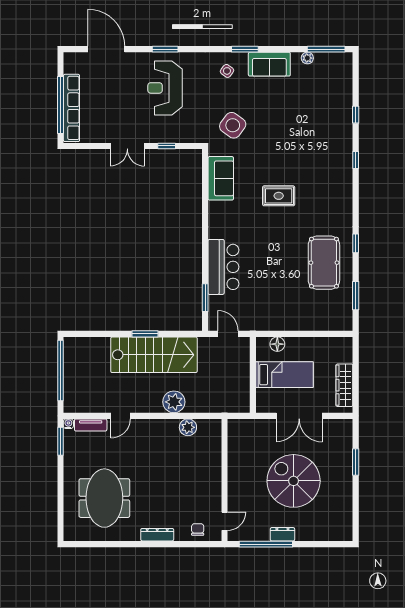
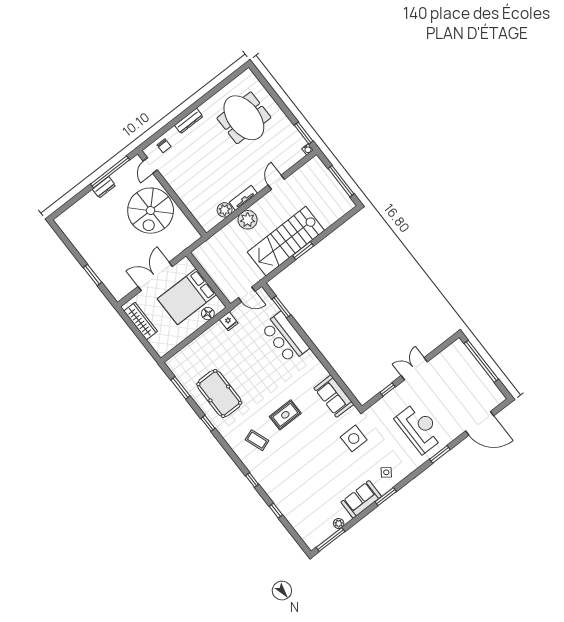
row of seats: (71, 108) -> (472, 365), removed
side table: (233, 125) -> (354, 438), turned -36
coffee table: (323, 193) -> (257, 440), added
fridge: (264, 322) -> (229, 321), added
window: (61, 370) -> (341, 181), width x0.68
bed: (285, 375) -> (187, 297), width x1.50
tv unit: (91, 425) -> (243, 198), moved
spiral stairs: (294, 481) -> (151, 211), moved, turned 90

